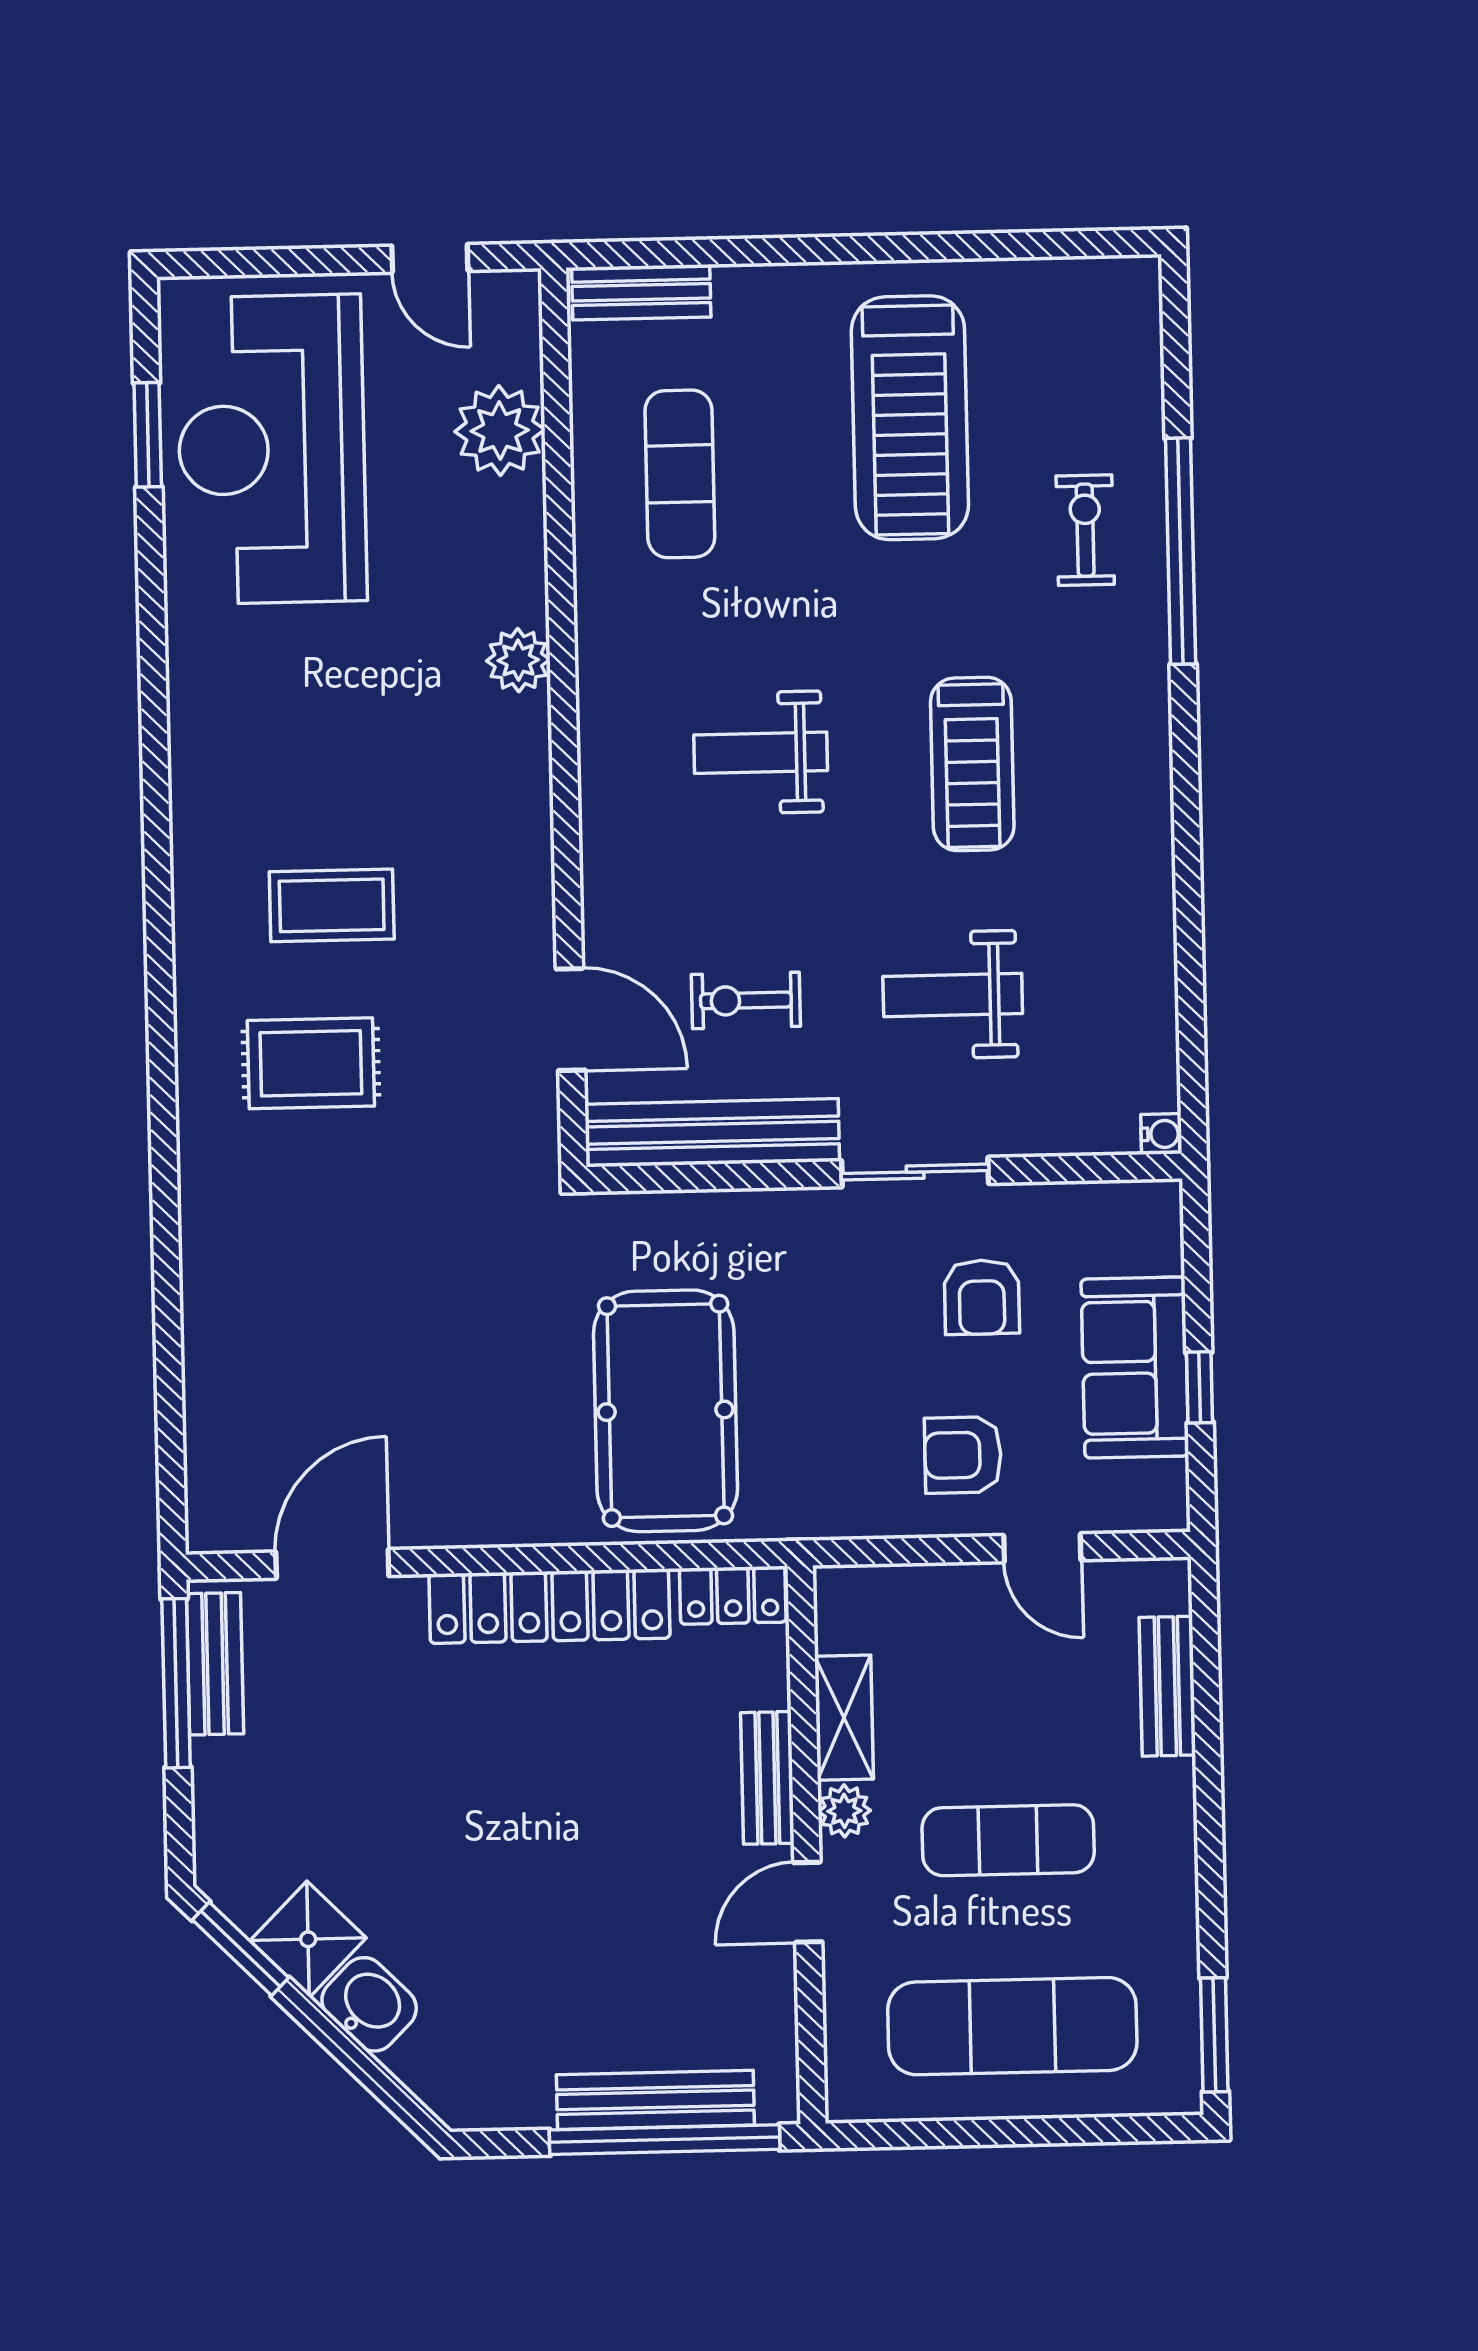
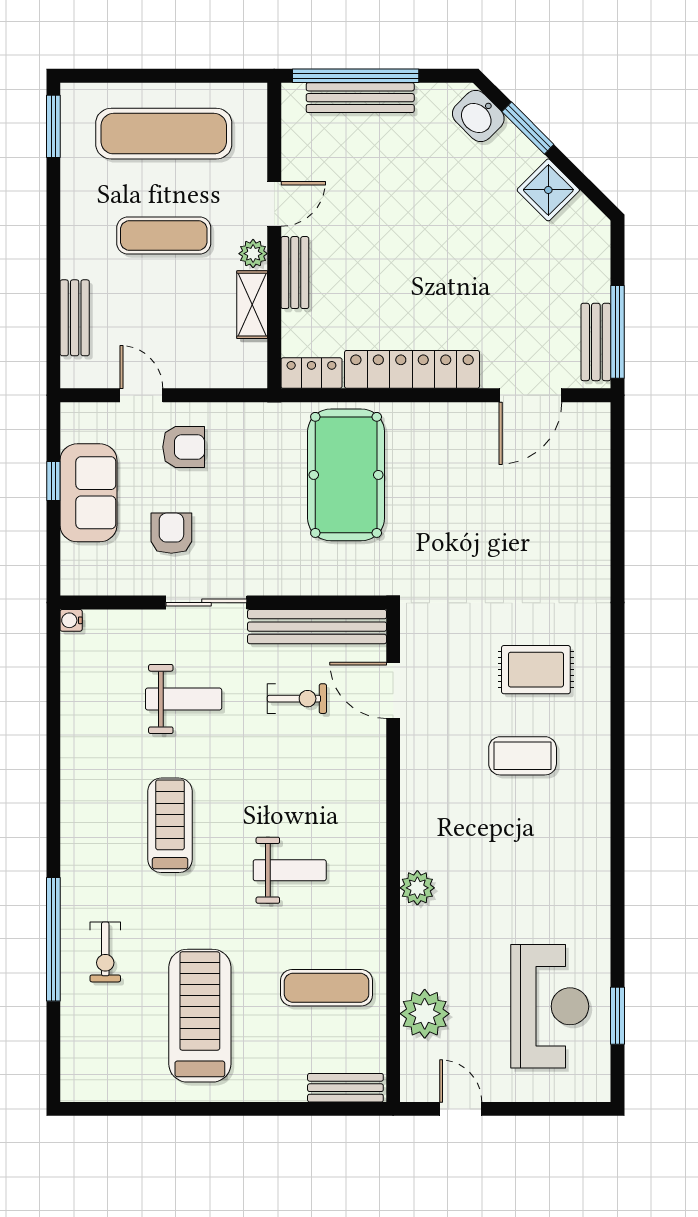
reception desk: (272, 449) -> (550, 1006), width x0.74, depth x0.77
exercise mat: (680, 474) -> (327, 988), turned 90
weight bench: (761, 753) -> (290, 870), moved
window: (240, 1949) -> (528, 128), moved
washbasin: (369, 2004) -> (478, 116), moved

